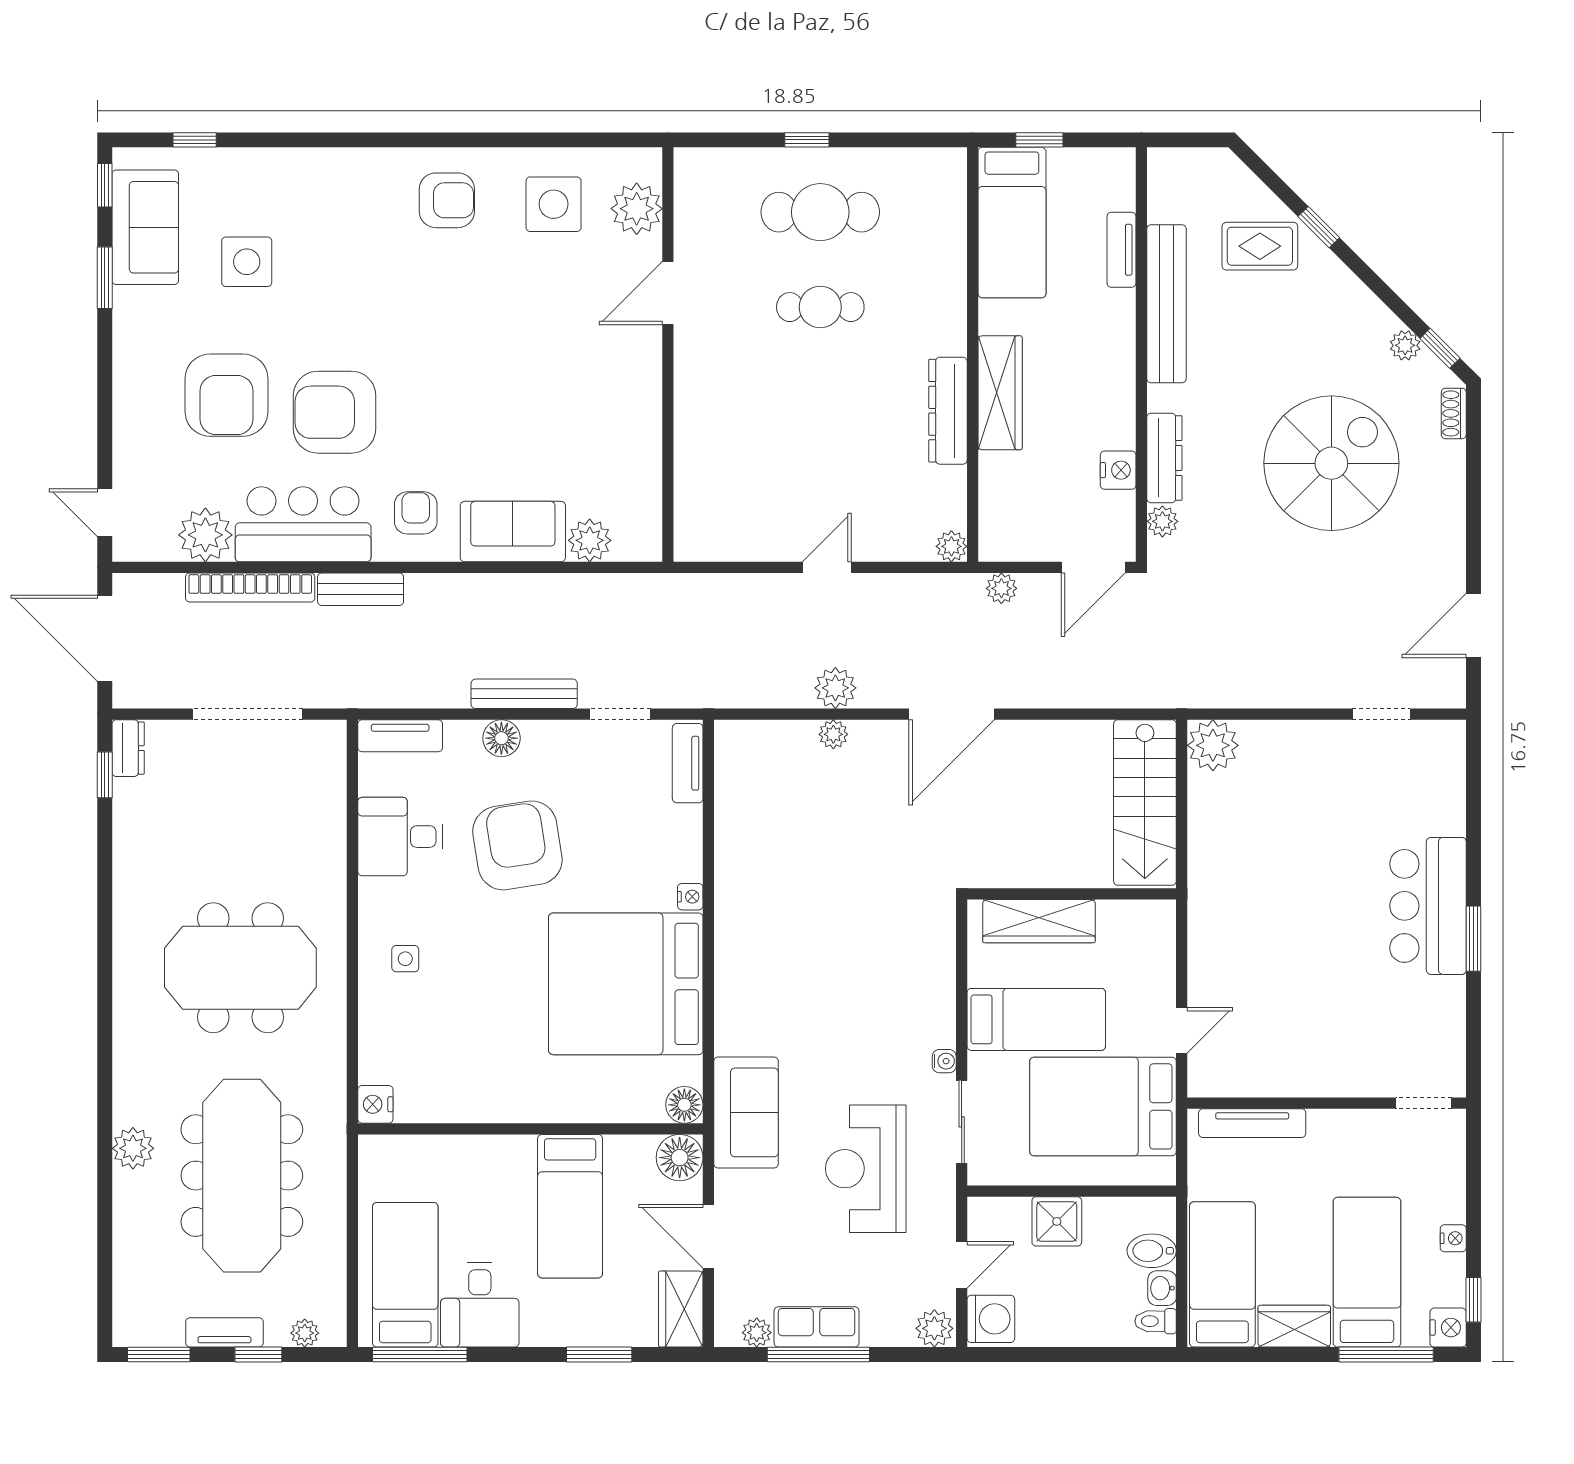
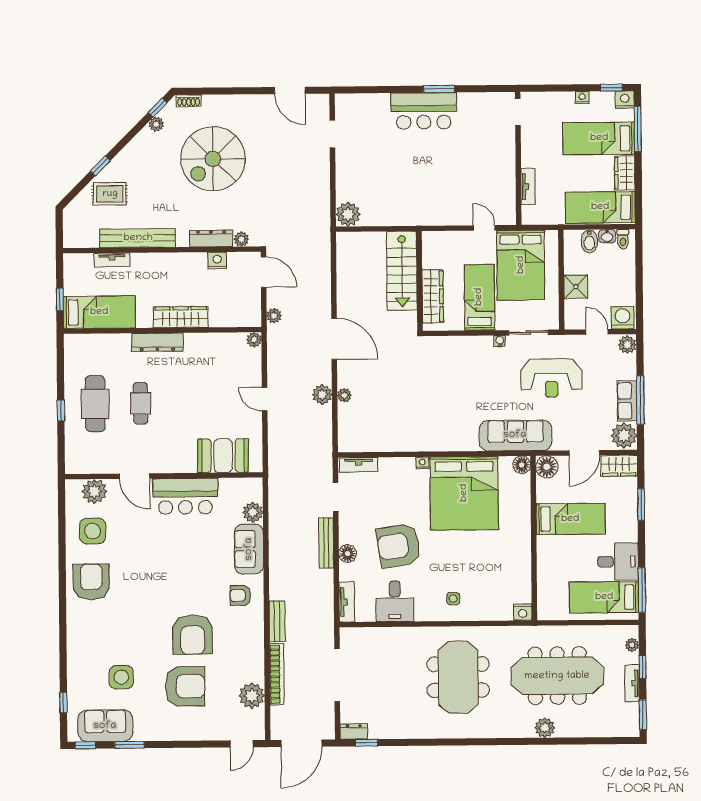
armchair: (447, 200) -> (91, 582), width x1.36, depth x1.36
rug: (1260, 246) -> (110, 194), turned 90
dresser: (948, 411) -> (157, 342), moved
spiral stairs: (1331, 463) -> (213, 159), turned -90
booth: (709, 479) -> (223, 456), added
bar counter: (303, 524) -> (185, 496), moved, turned -90
stairs: (1145, 803) -> (402, 271), moved, turned 90
sofa: (746, 1112) -> (515, 435), width x1.36
tv unit: (1252, 1123) -> (528, 186), width x0.71
plant: (757, 1333) -> (624, 436), width x1.88, depth x1.88

